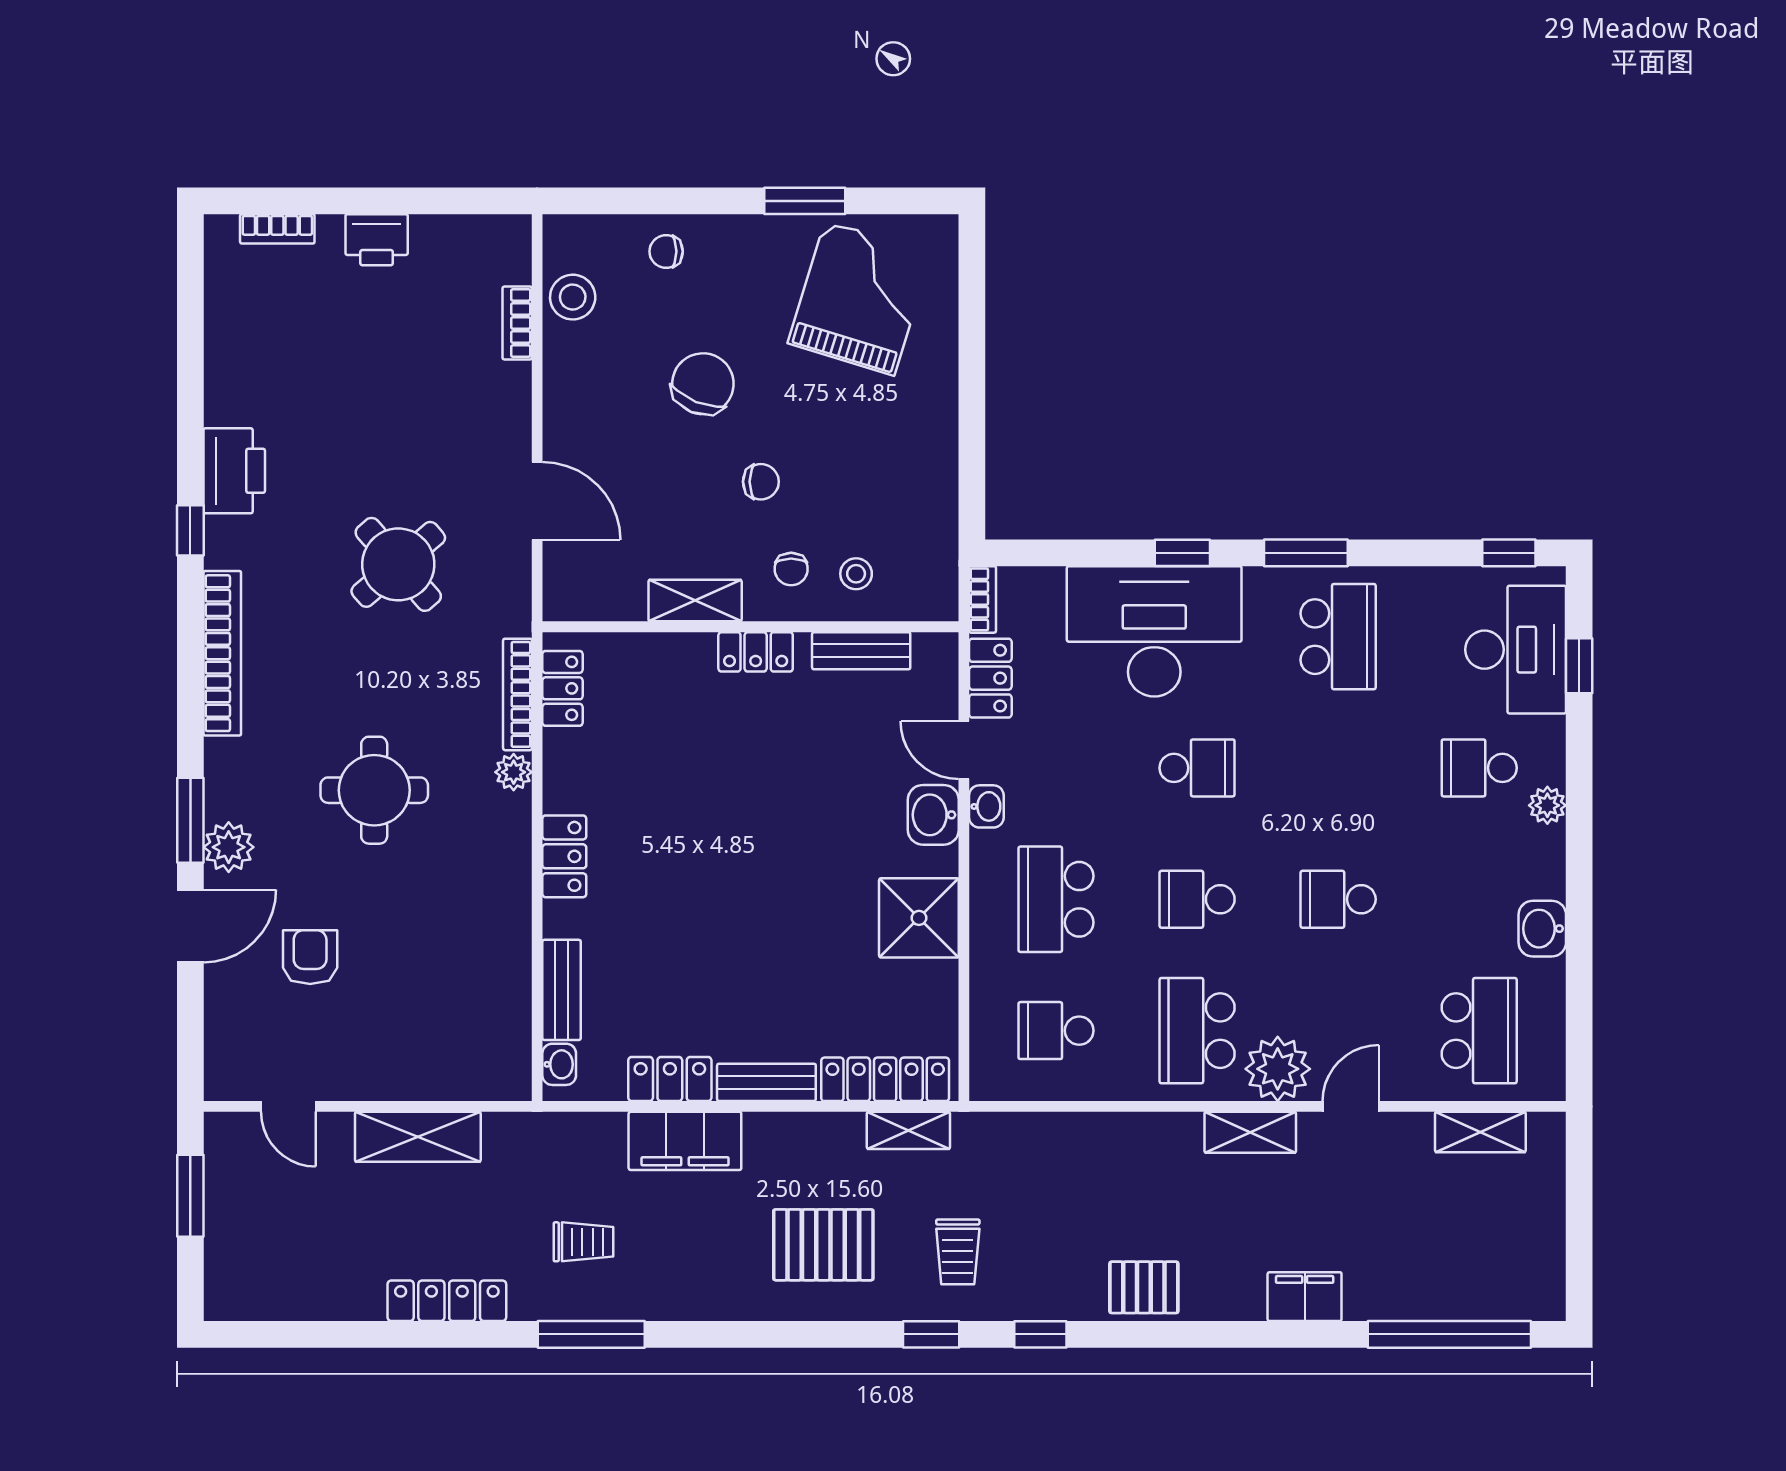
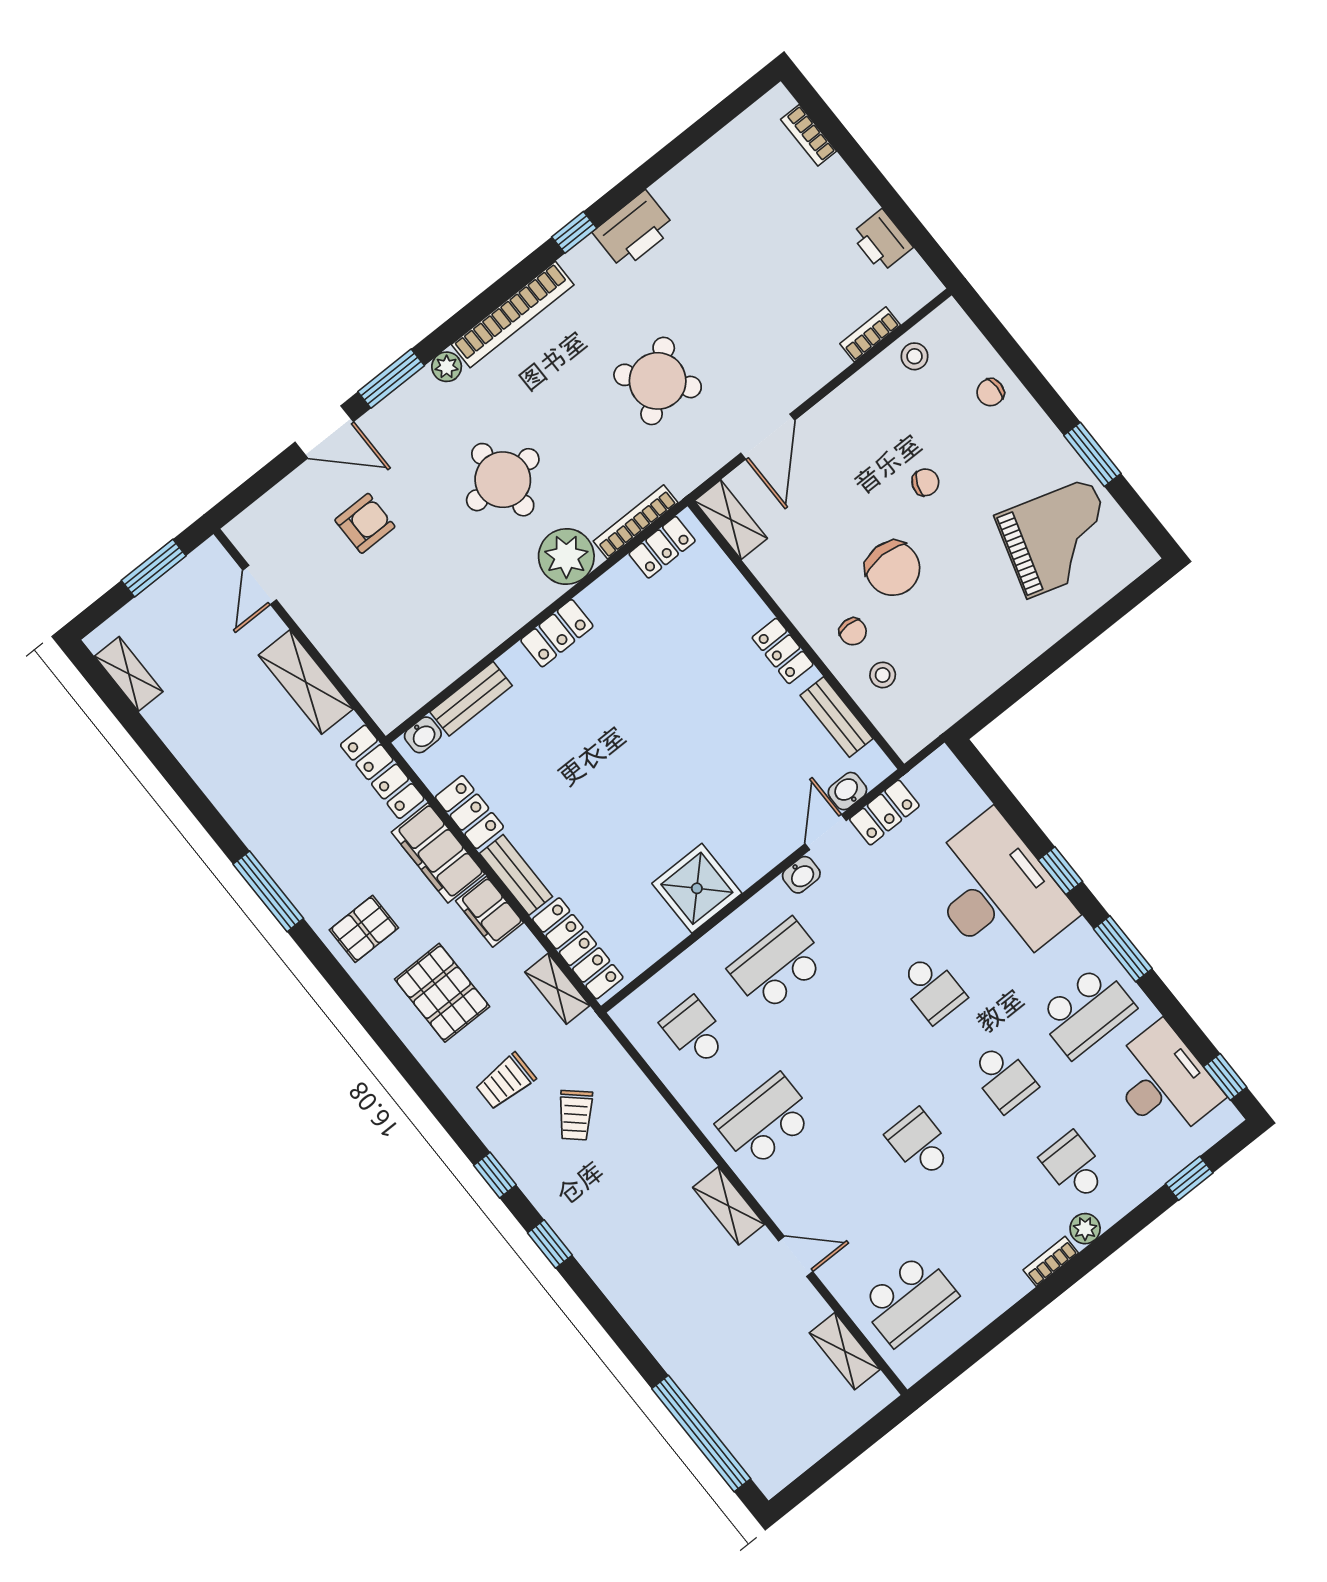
printer: (377, 240) -> (882, 241), moved
chair: (666, 251) -> (990, 392), turned -90
stool: (573, 297) -> (915, 356), width x0.73, depth x0.73
chair: (703, 384) -> (925, 482), width x0.54, depth x0.54
chair: (761, 482) -> (893, 568), width x1.87, depth x1.87
chair: (791, 569) -> (853, 632), turned -90
bookcase: (983, 599) -> (1051, 1261), moved, turned 180
shelving: (695, 601) -> (731, 520), moved
desk: (1516, 650) -> (1164, 1082), moved, turned -90
plant: (514, 772) -> (566, 557), width x1.88, depth x1.88
washbasin: (933, 815) -> (847, 791), moved, width x0.72, depth x0.69
plant: (229, 847) -> (447, 367), moved, width x0.73, depth x0.73
school desk: (1197, 899) -> (1003, 1078), moved, turned 180
washbasin: (1542, 929) -> (1005, 1288), removed
plant: (1278, 1069) -> (782, 1191), removed
trolley: (583, 1242) -> (575, 1115), moved, turned 42
pallet: (1144, 1287) -> (364, 929), moved, turned 90
filing cabinet: (1305, 1297) -> (490, 912), moved, turned 180
locker: (447, 1301) -> (382, 772), moved, turned 180
shelving: (273, 1302) -> (129, 674), added
window: (931, 1334) -> (550, 1244), moved

